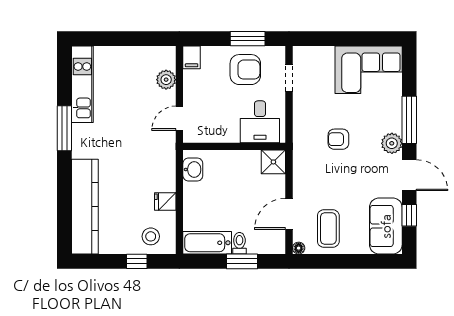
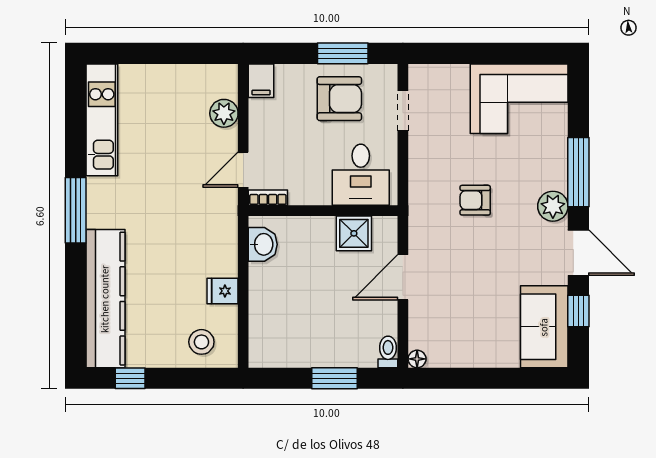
window: (64, 128) -> (76, 210), moved
bookcase: (196, 137) -> (268, 198), added
shower: (273, 162) -> (354, 233), moved
door: (289, 214) -> (403, 277), moved
coffee table: (328, 229) -> (460, 330), removed
bathtub: (207, 243) -> (284, 351), removed
toilet: (239, 243) -> (388, 352), moved
window: (137, 261) -> (130, 378), moved

